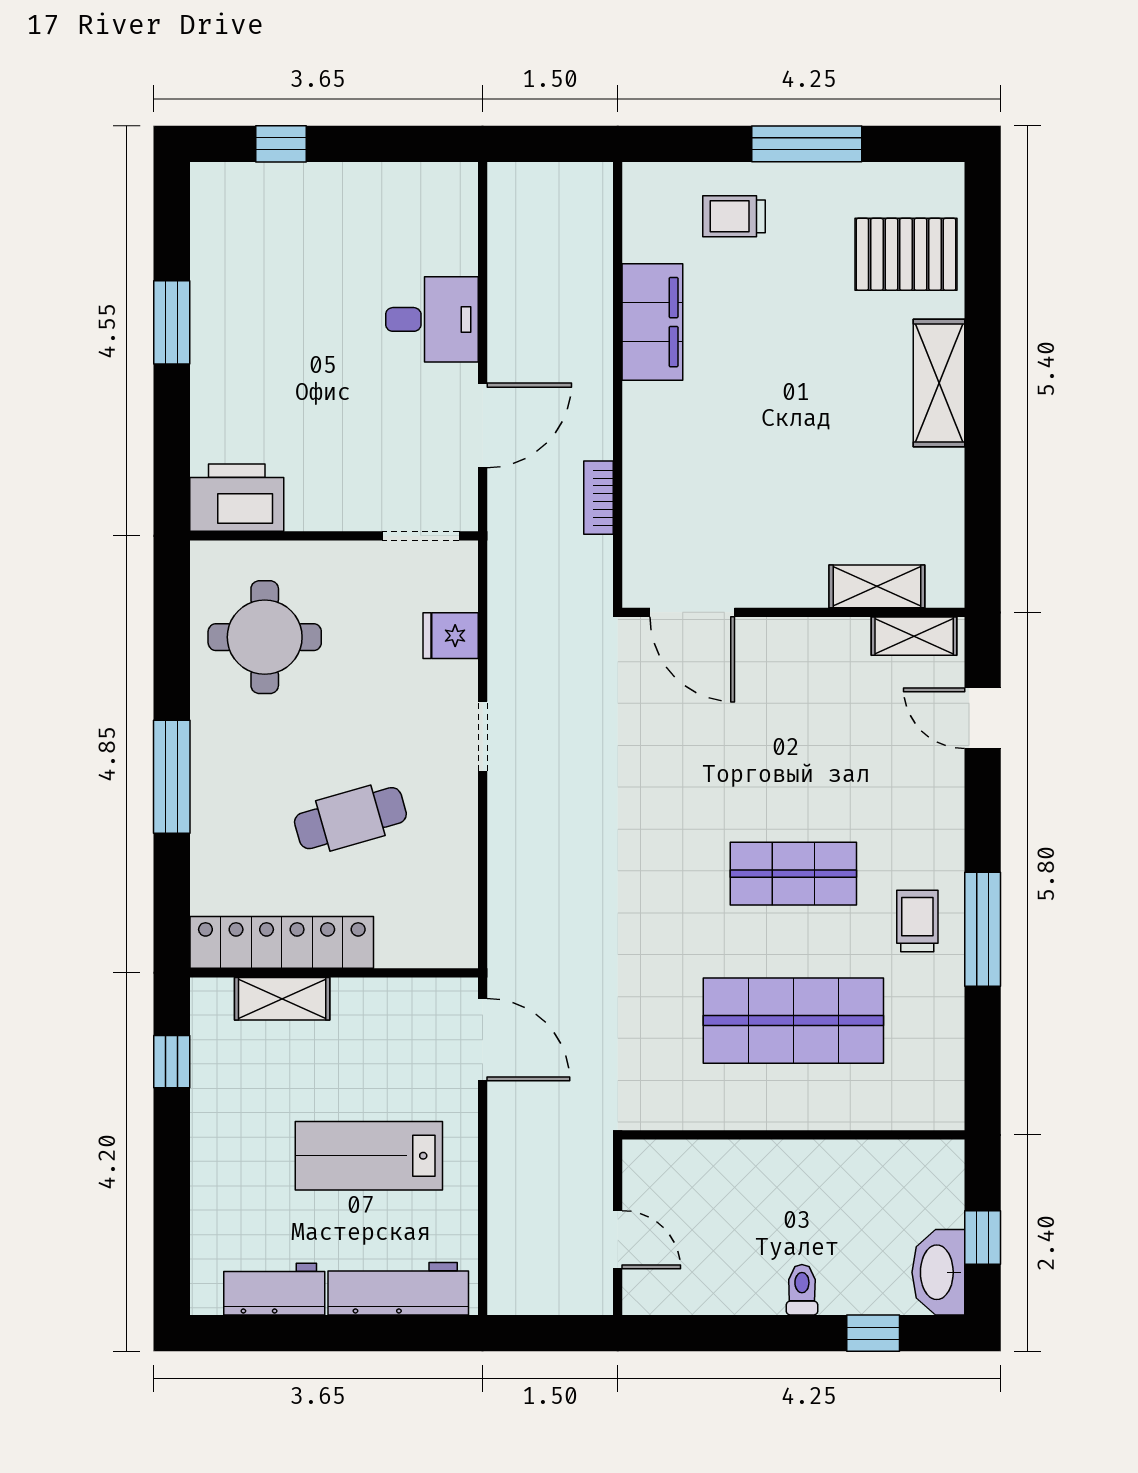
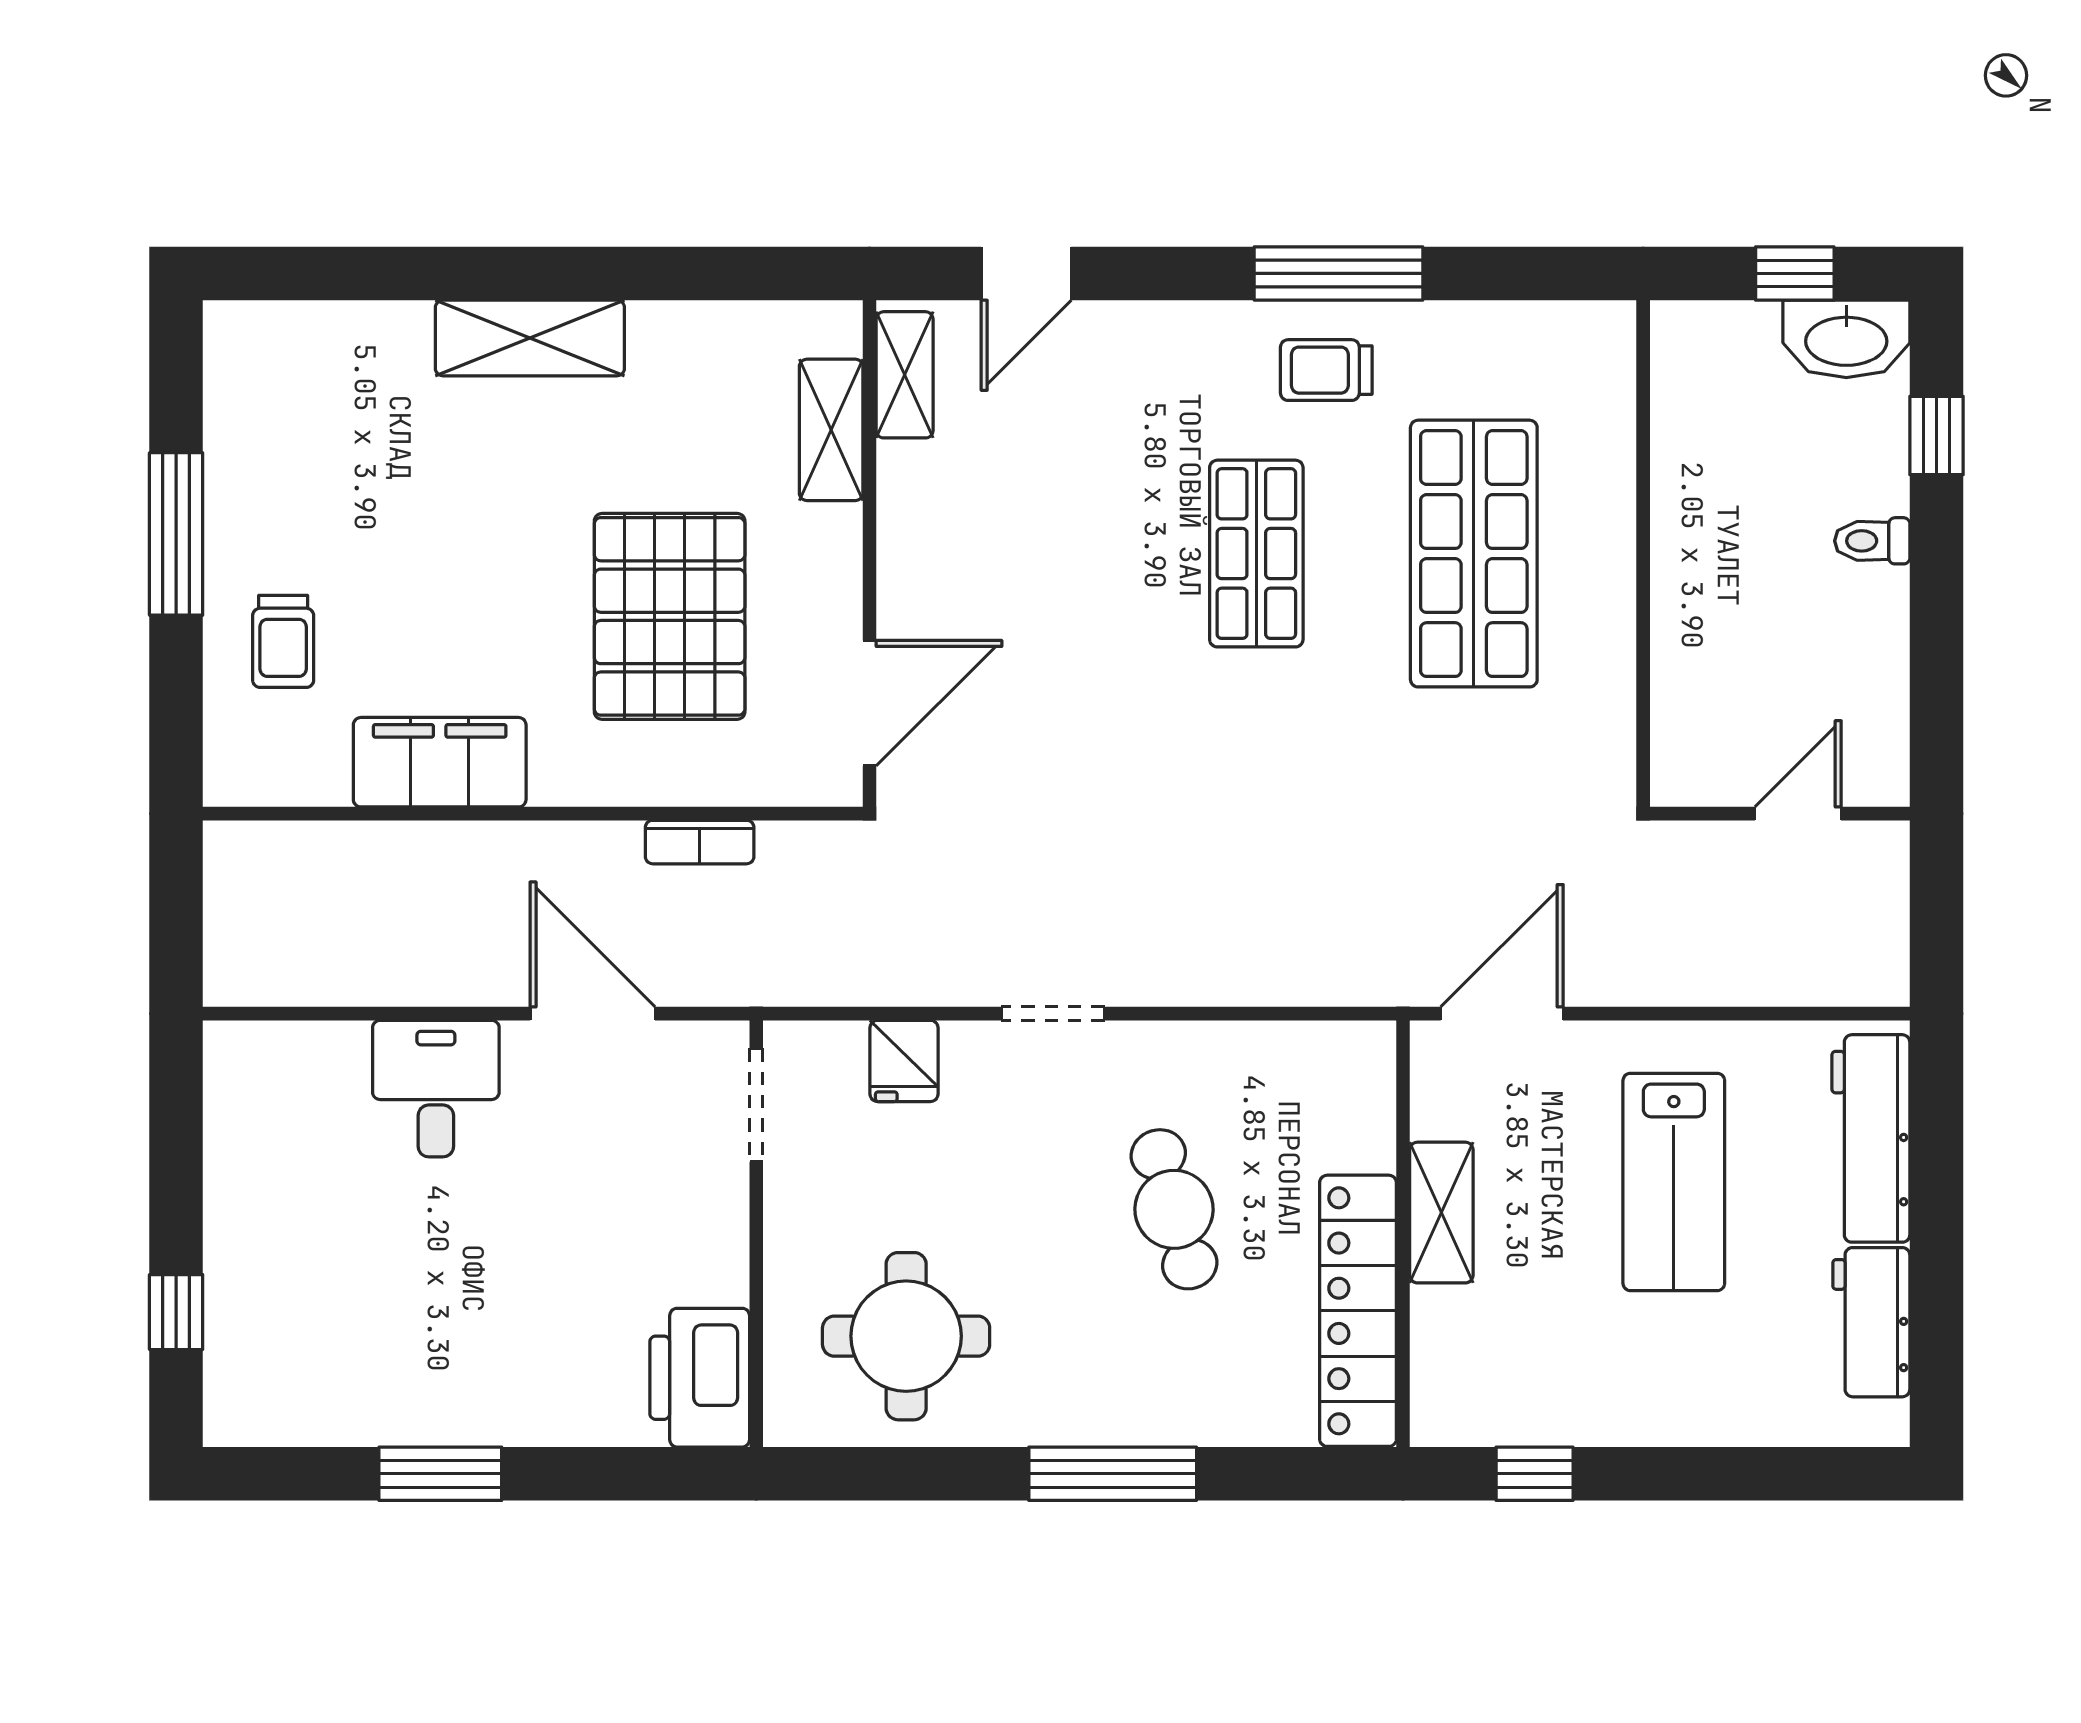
pallet: (906, 254) -> (670, 616), moved, width x1.37, depth x1.41
shelving: (282, 999) -> (1441, 1213), moved

